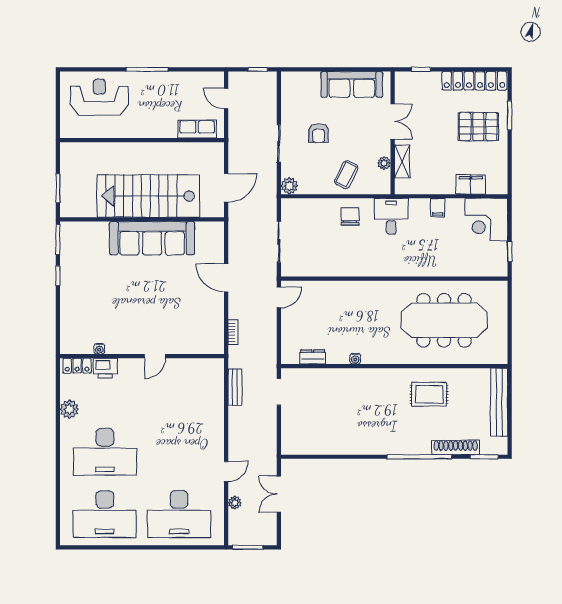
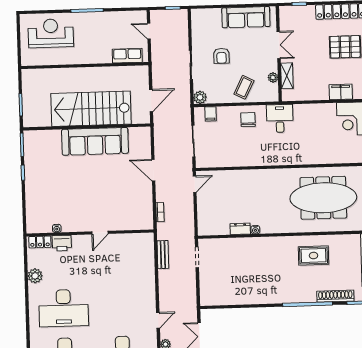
filing cabinet: (438, 208) -> (211, 114), moved
dresser: (313, 357) -> (240, 229), moved

